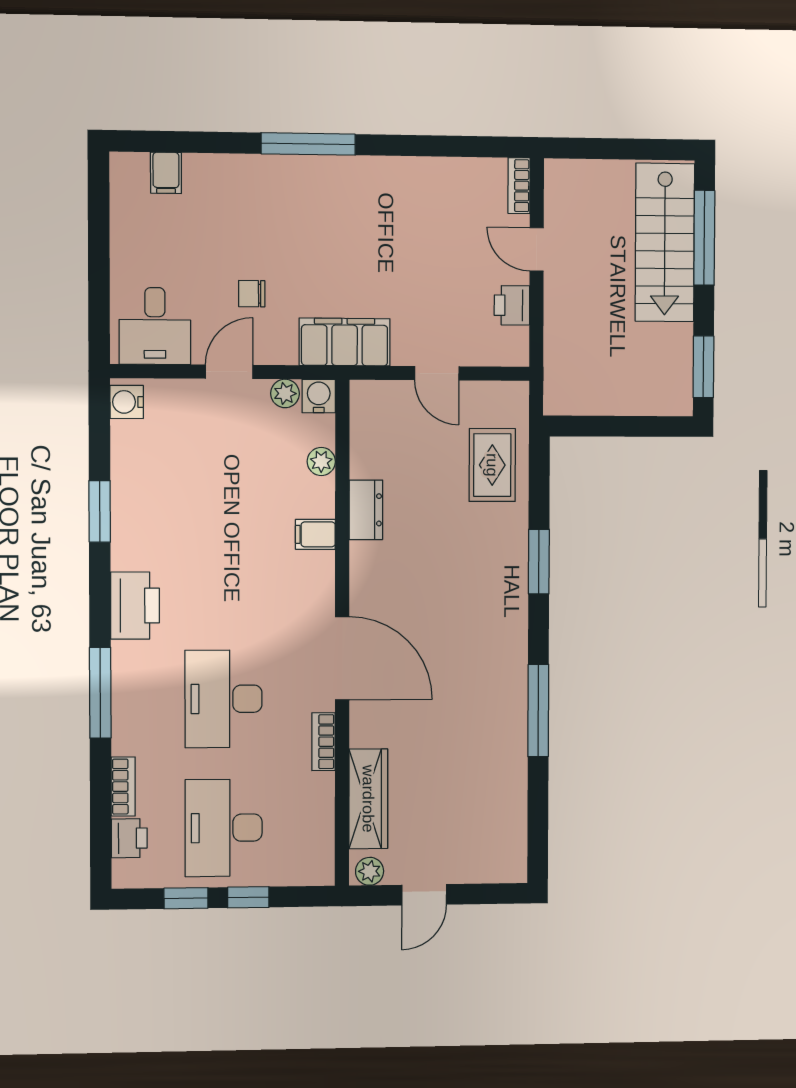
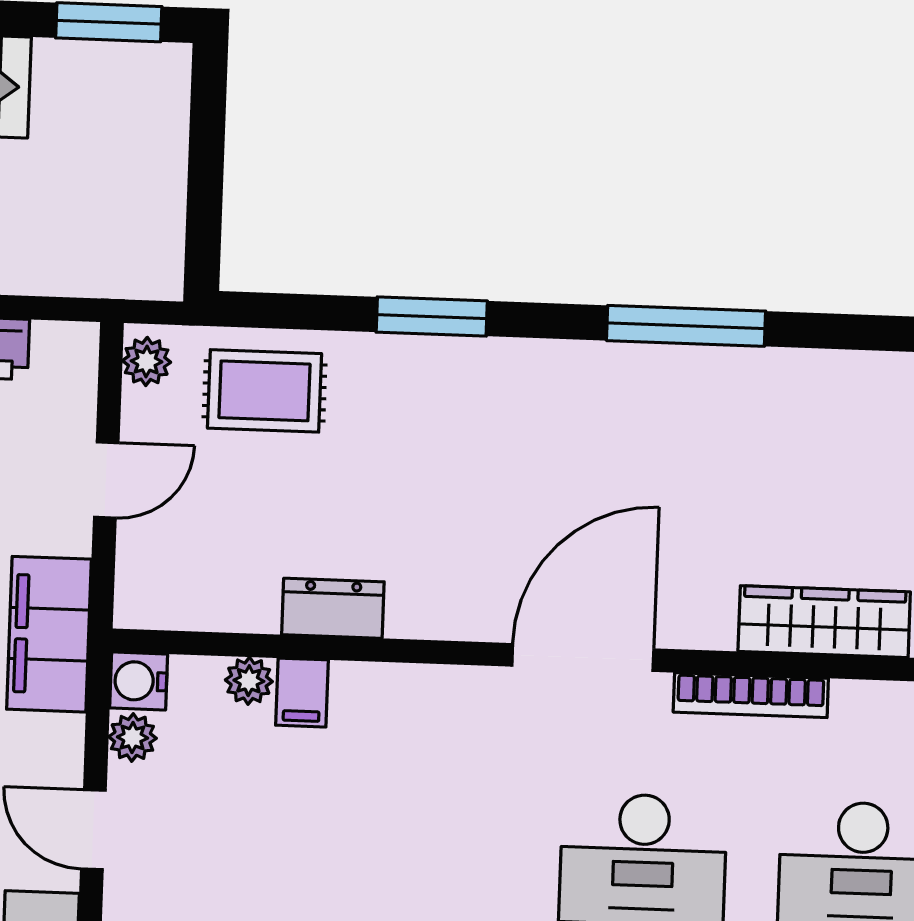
plant: (507, 395) -> (147, 361), added
filing cabinet: (315, 534) -> (302, 693), moved
bookcase: (323, 742) -> (751, 695), width x1.56

